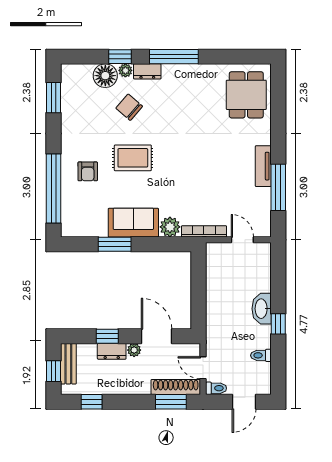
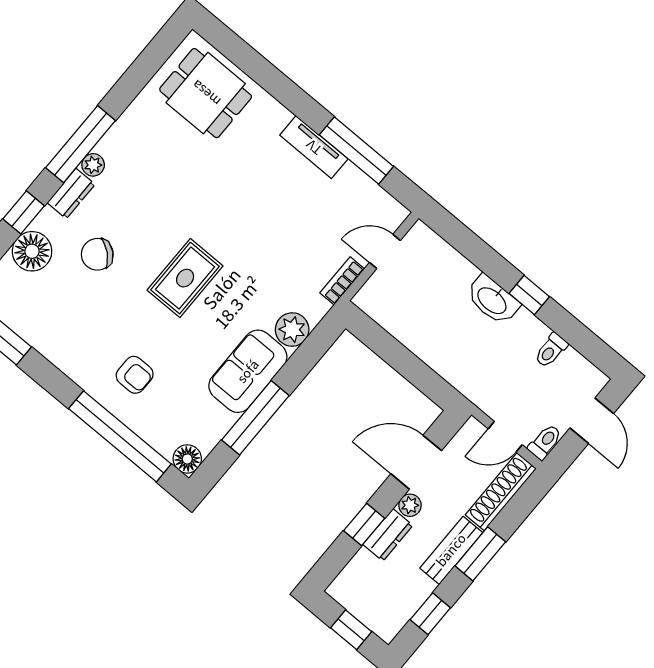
plant: (125, 70) -> (93, 165), moved
rug: (133, 158) -> (185, 278), moved
floor lamp: (69, 229) -> (187, 459), added
bookcase: (204, 231) -> (342, 281), width x0.64
window: (115, 244) -> (255, 418), width x1.44
bench: (68, 364) -> (451, 550), moved, turned 90
window: (171, 402) -> (480, 554), moved

